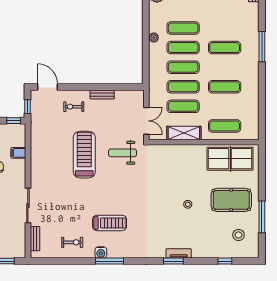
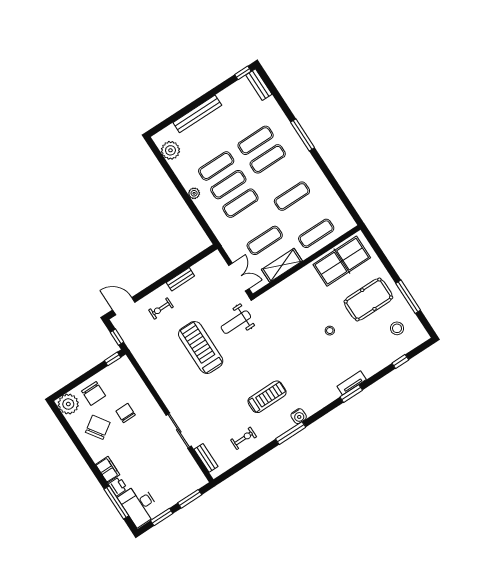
exercise mat: (183, 87) -> (256, 140), moved
filing cabinet: (18, 153) -> (137, 387), removed
water cooler: (101, 252) -> (299, 416), moved

